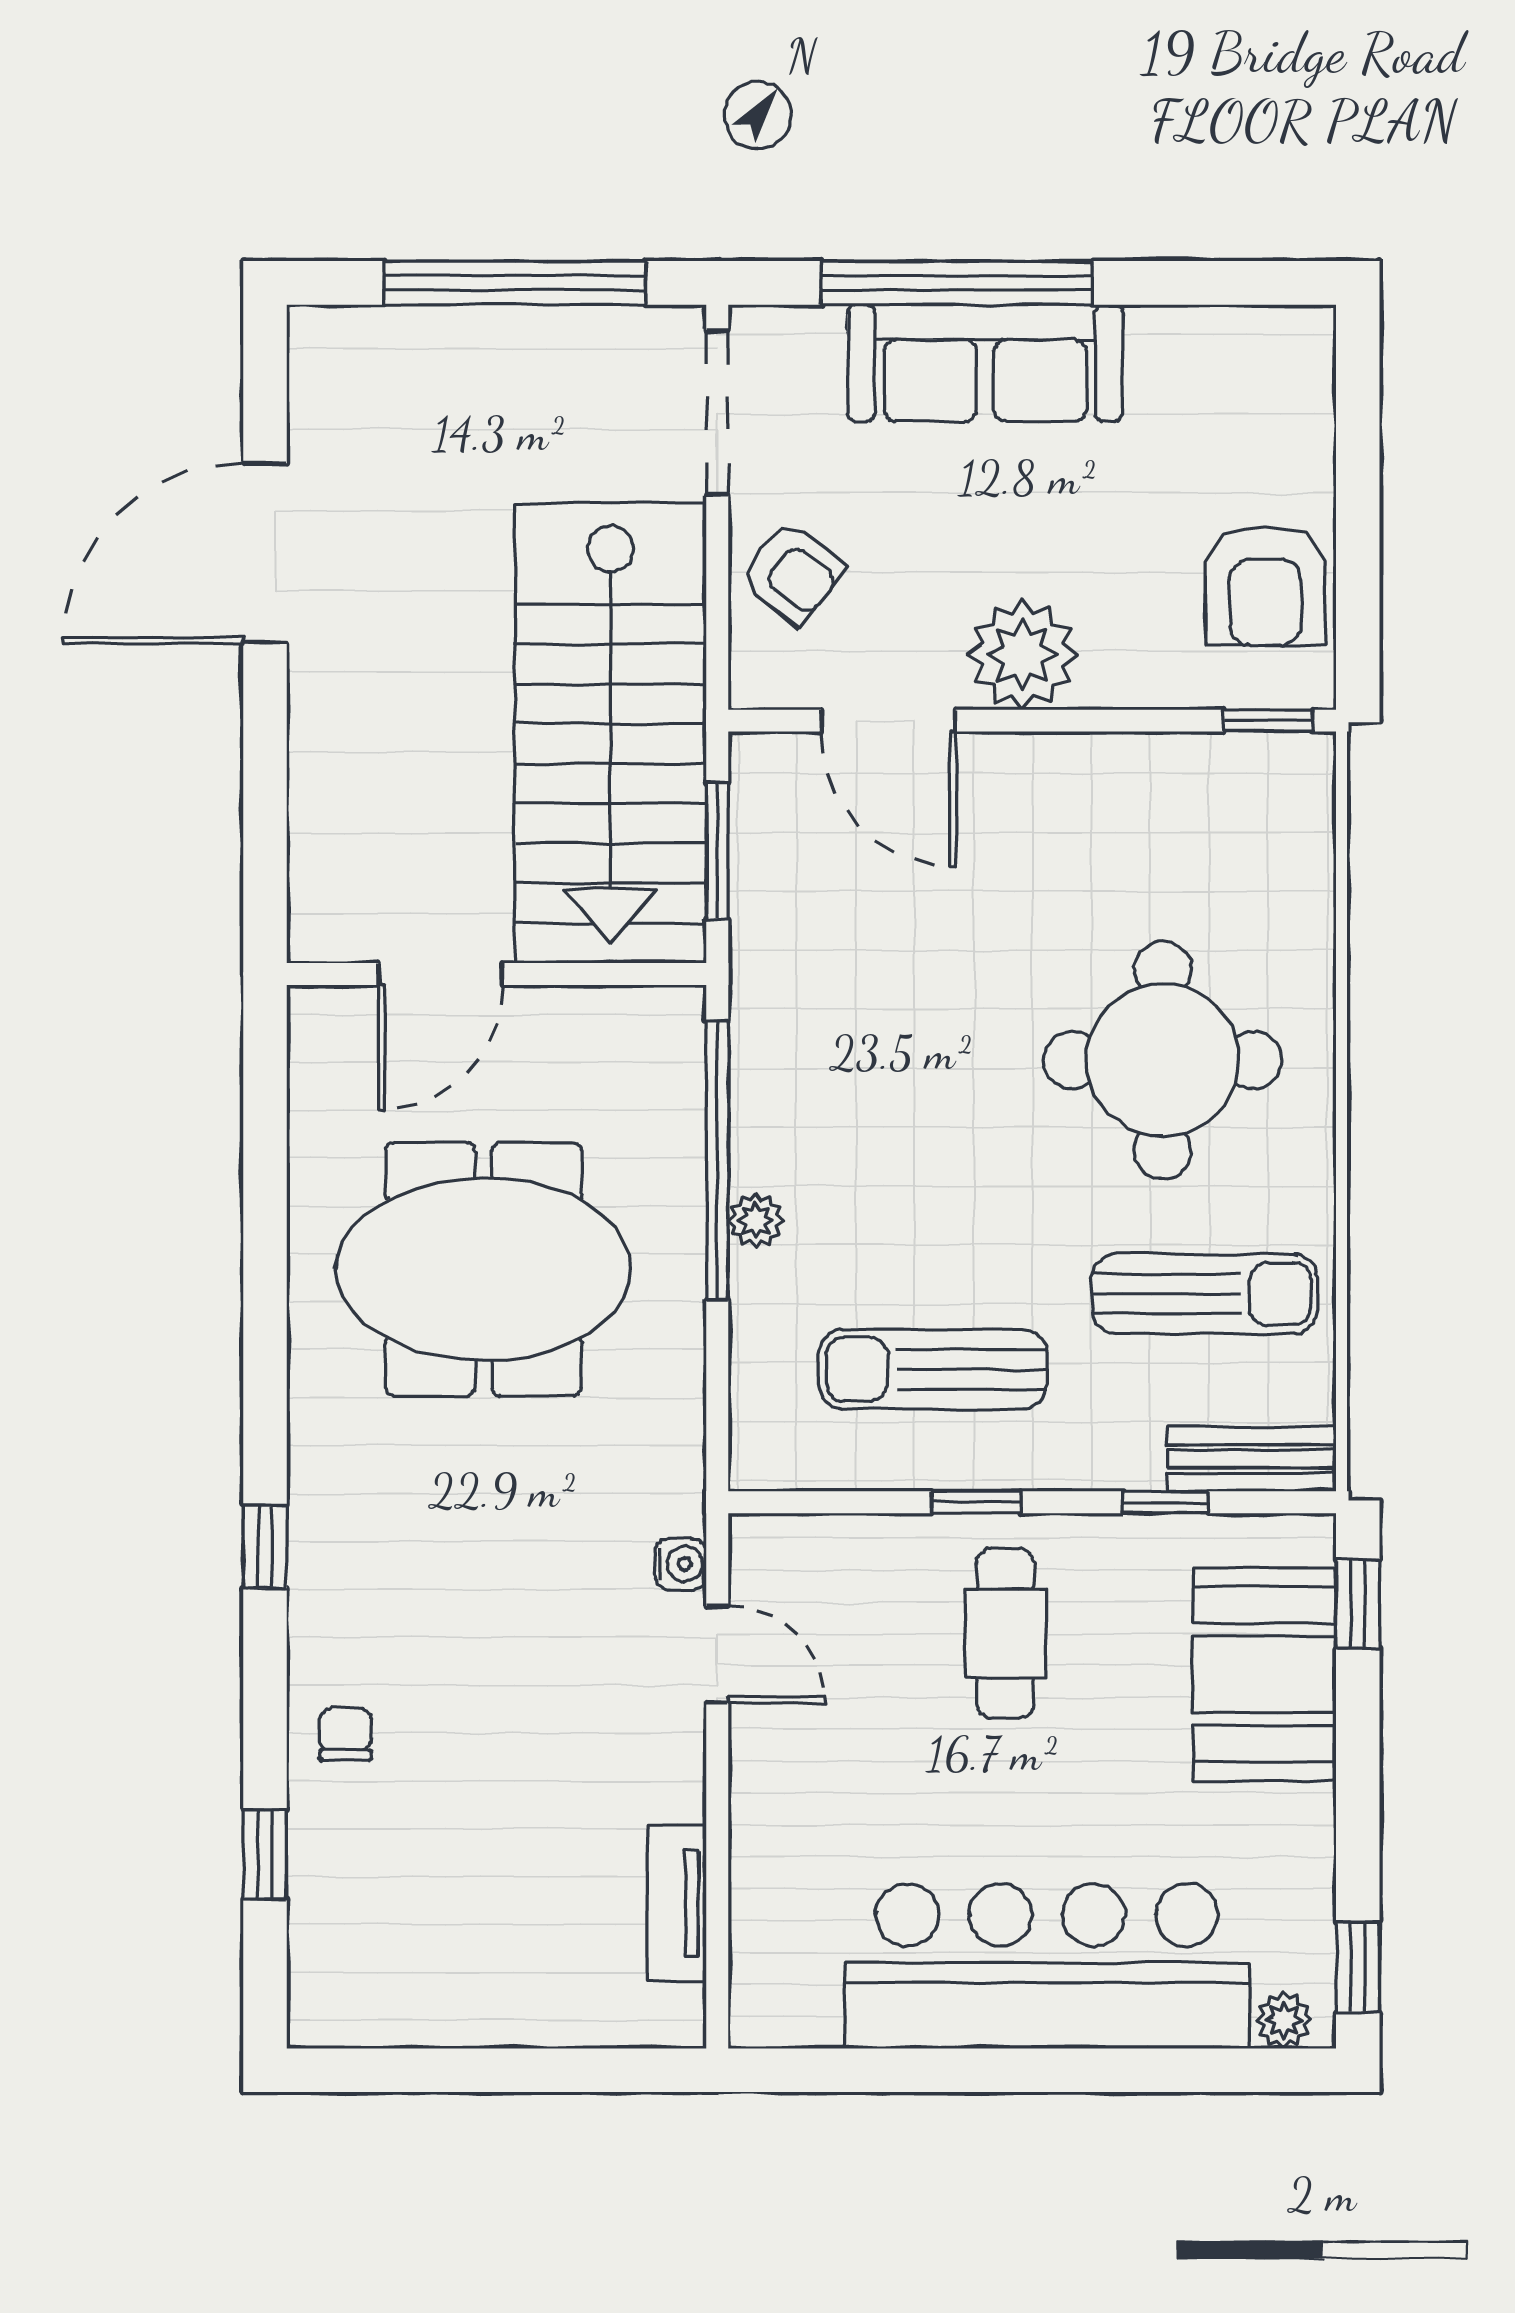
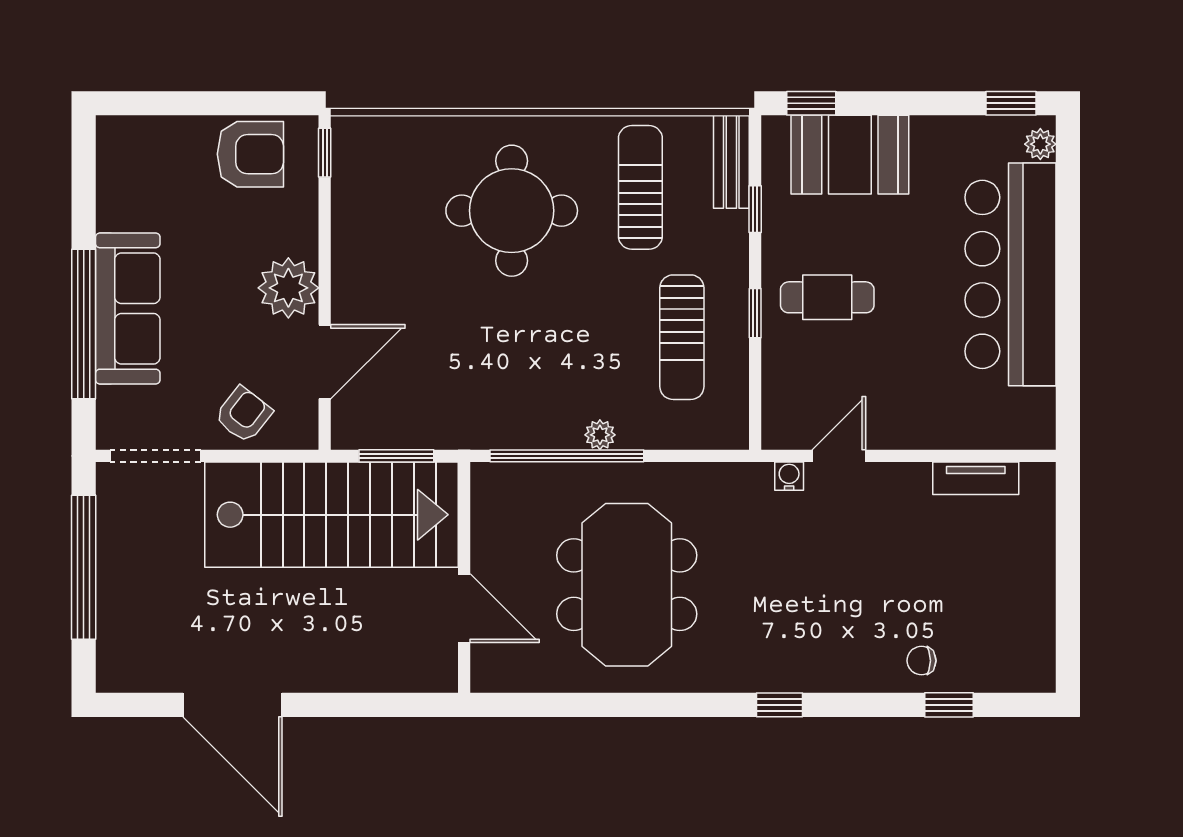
chair: (346, 1734) -> (921, 661), moved

